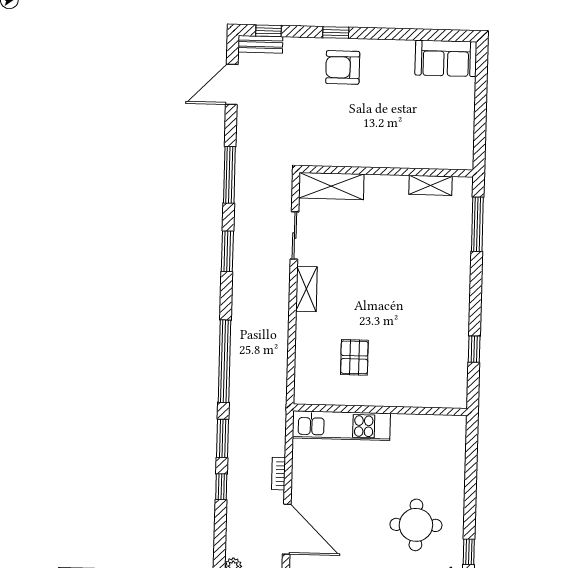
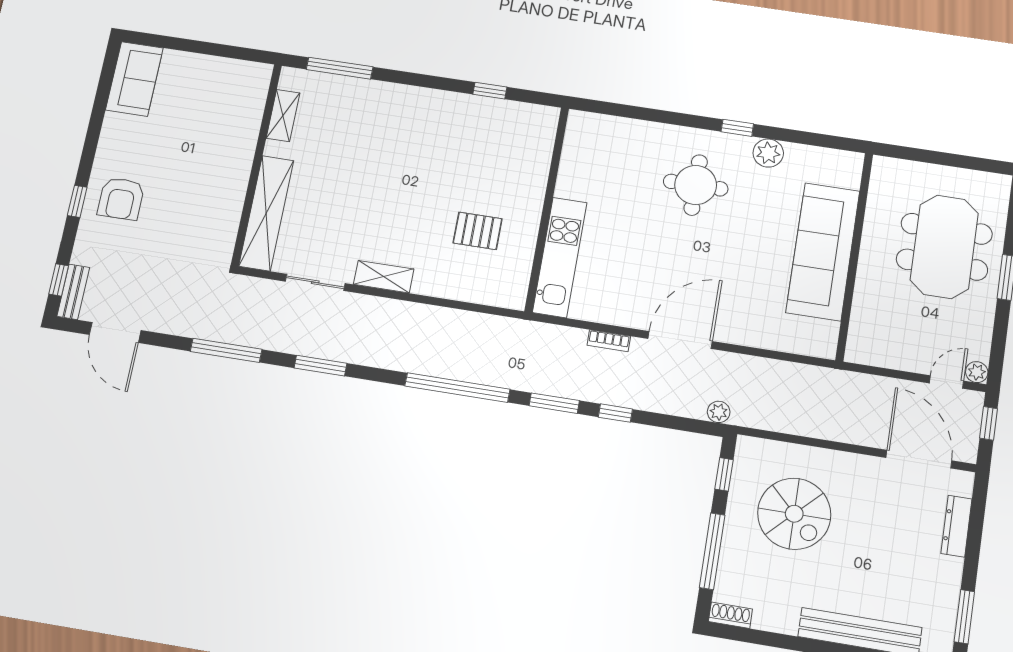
shelving: (331, 186) -> (266, 213), width x1.47

